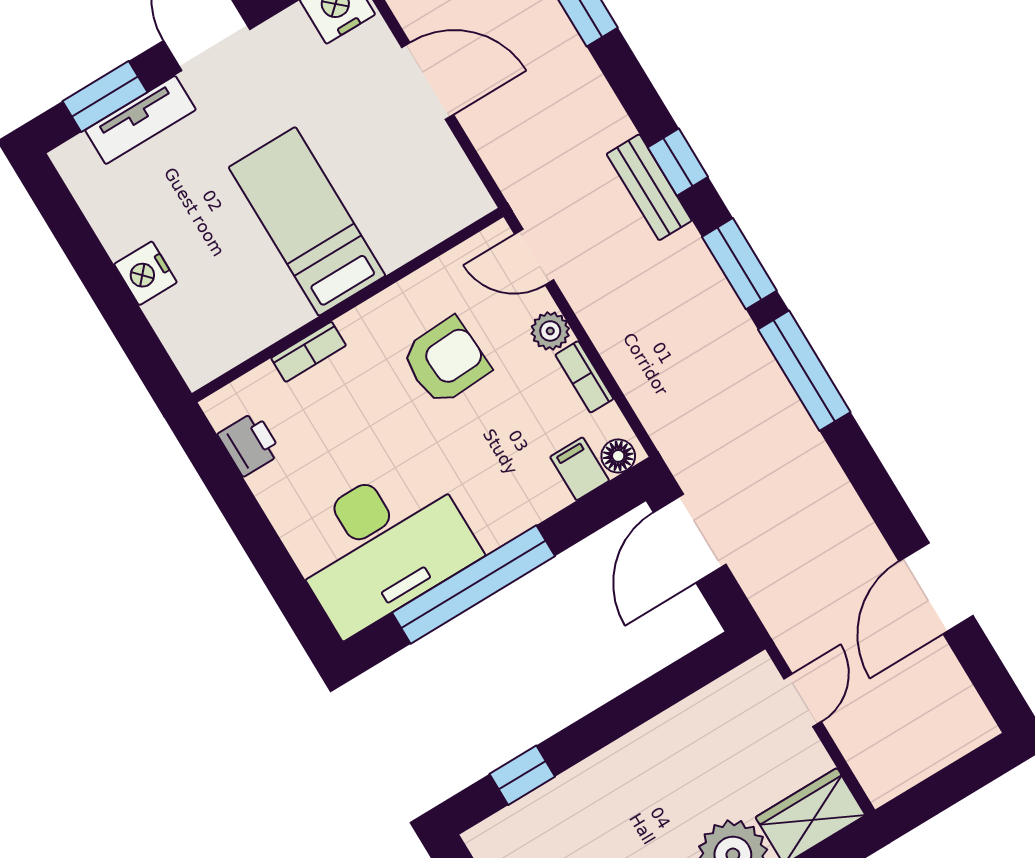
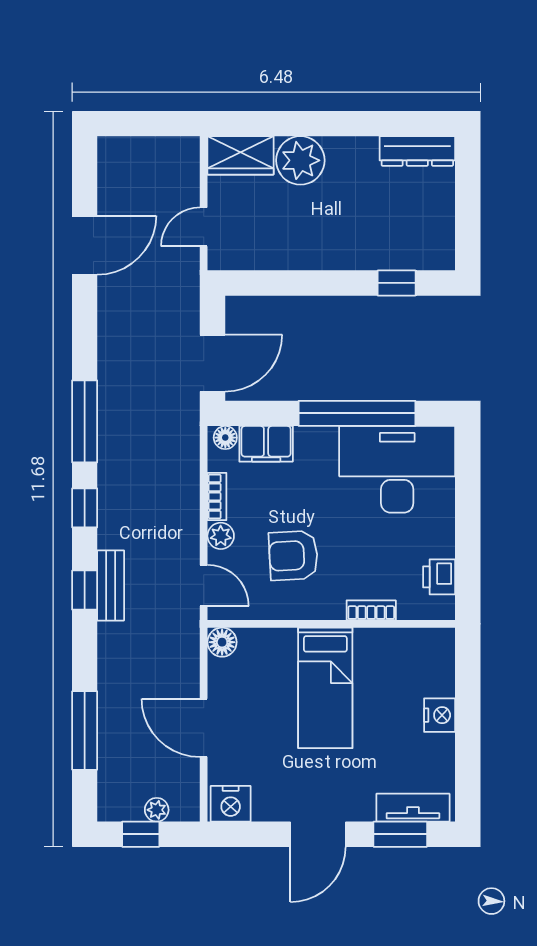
tv unit: (140, 120) -> (413, 808), moved
floor lamp: (469, 201) -> (222, 642), added
window: (739, 264) -> (85, 508), width x0.67
filing cabinet: (580, 469) -> (266, 444), width x2.00

